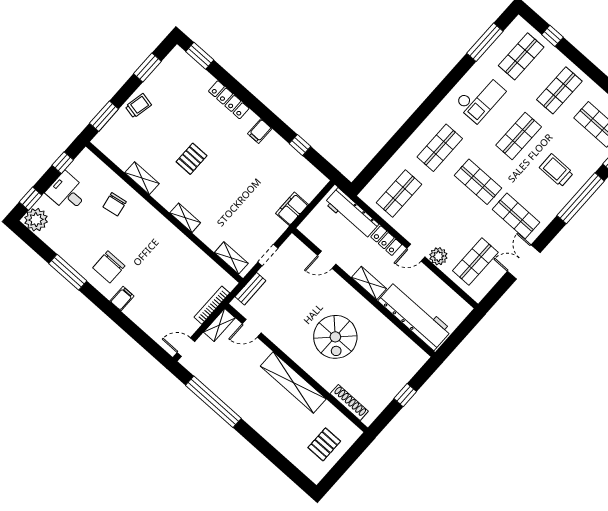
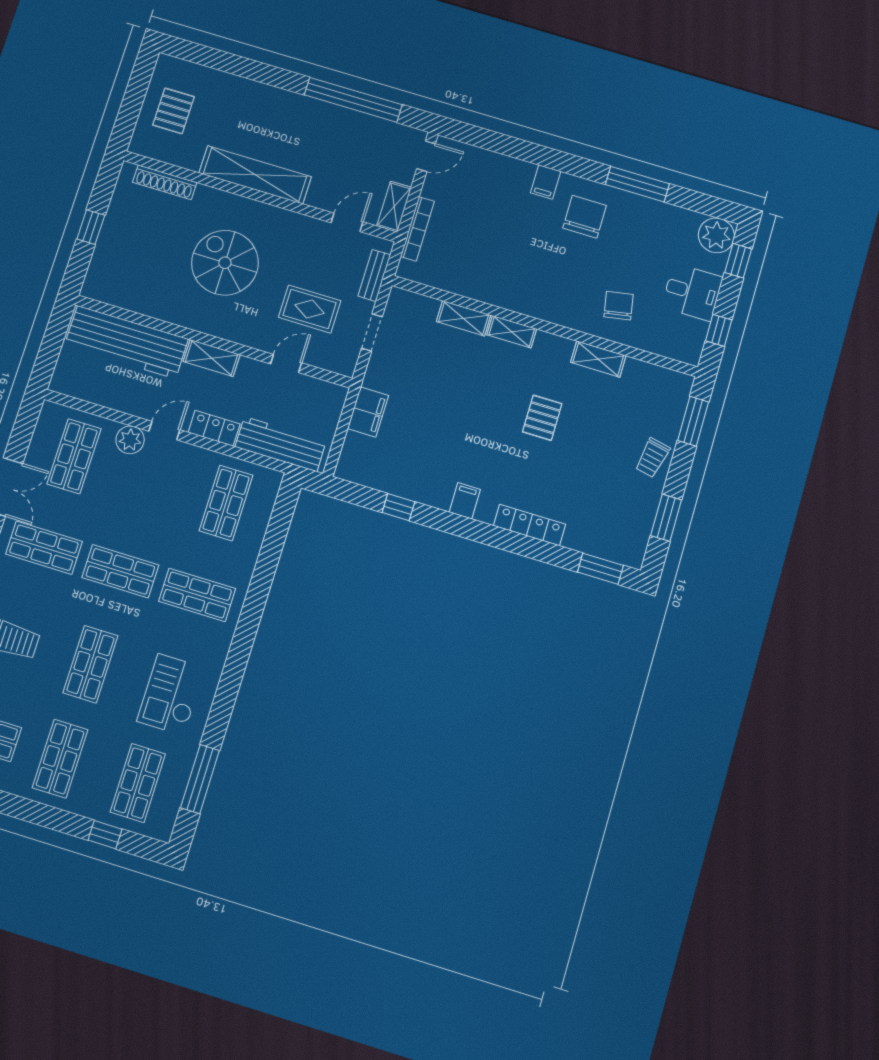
shop shelf: (440, 148) -> (197, 595), turned 90
shelving: (231, 258) -> (464, 318), moved
rug: (298, 286) -> (310, 309), added

